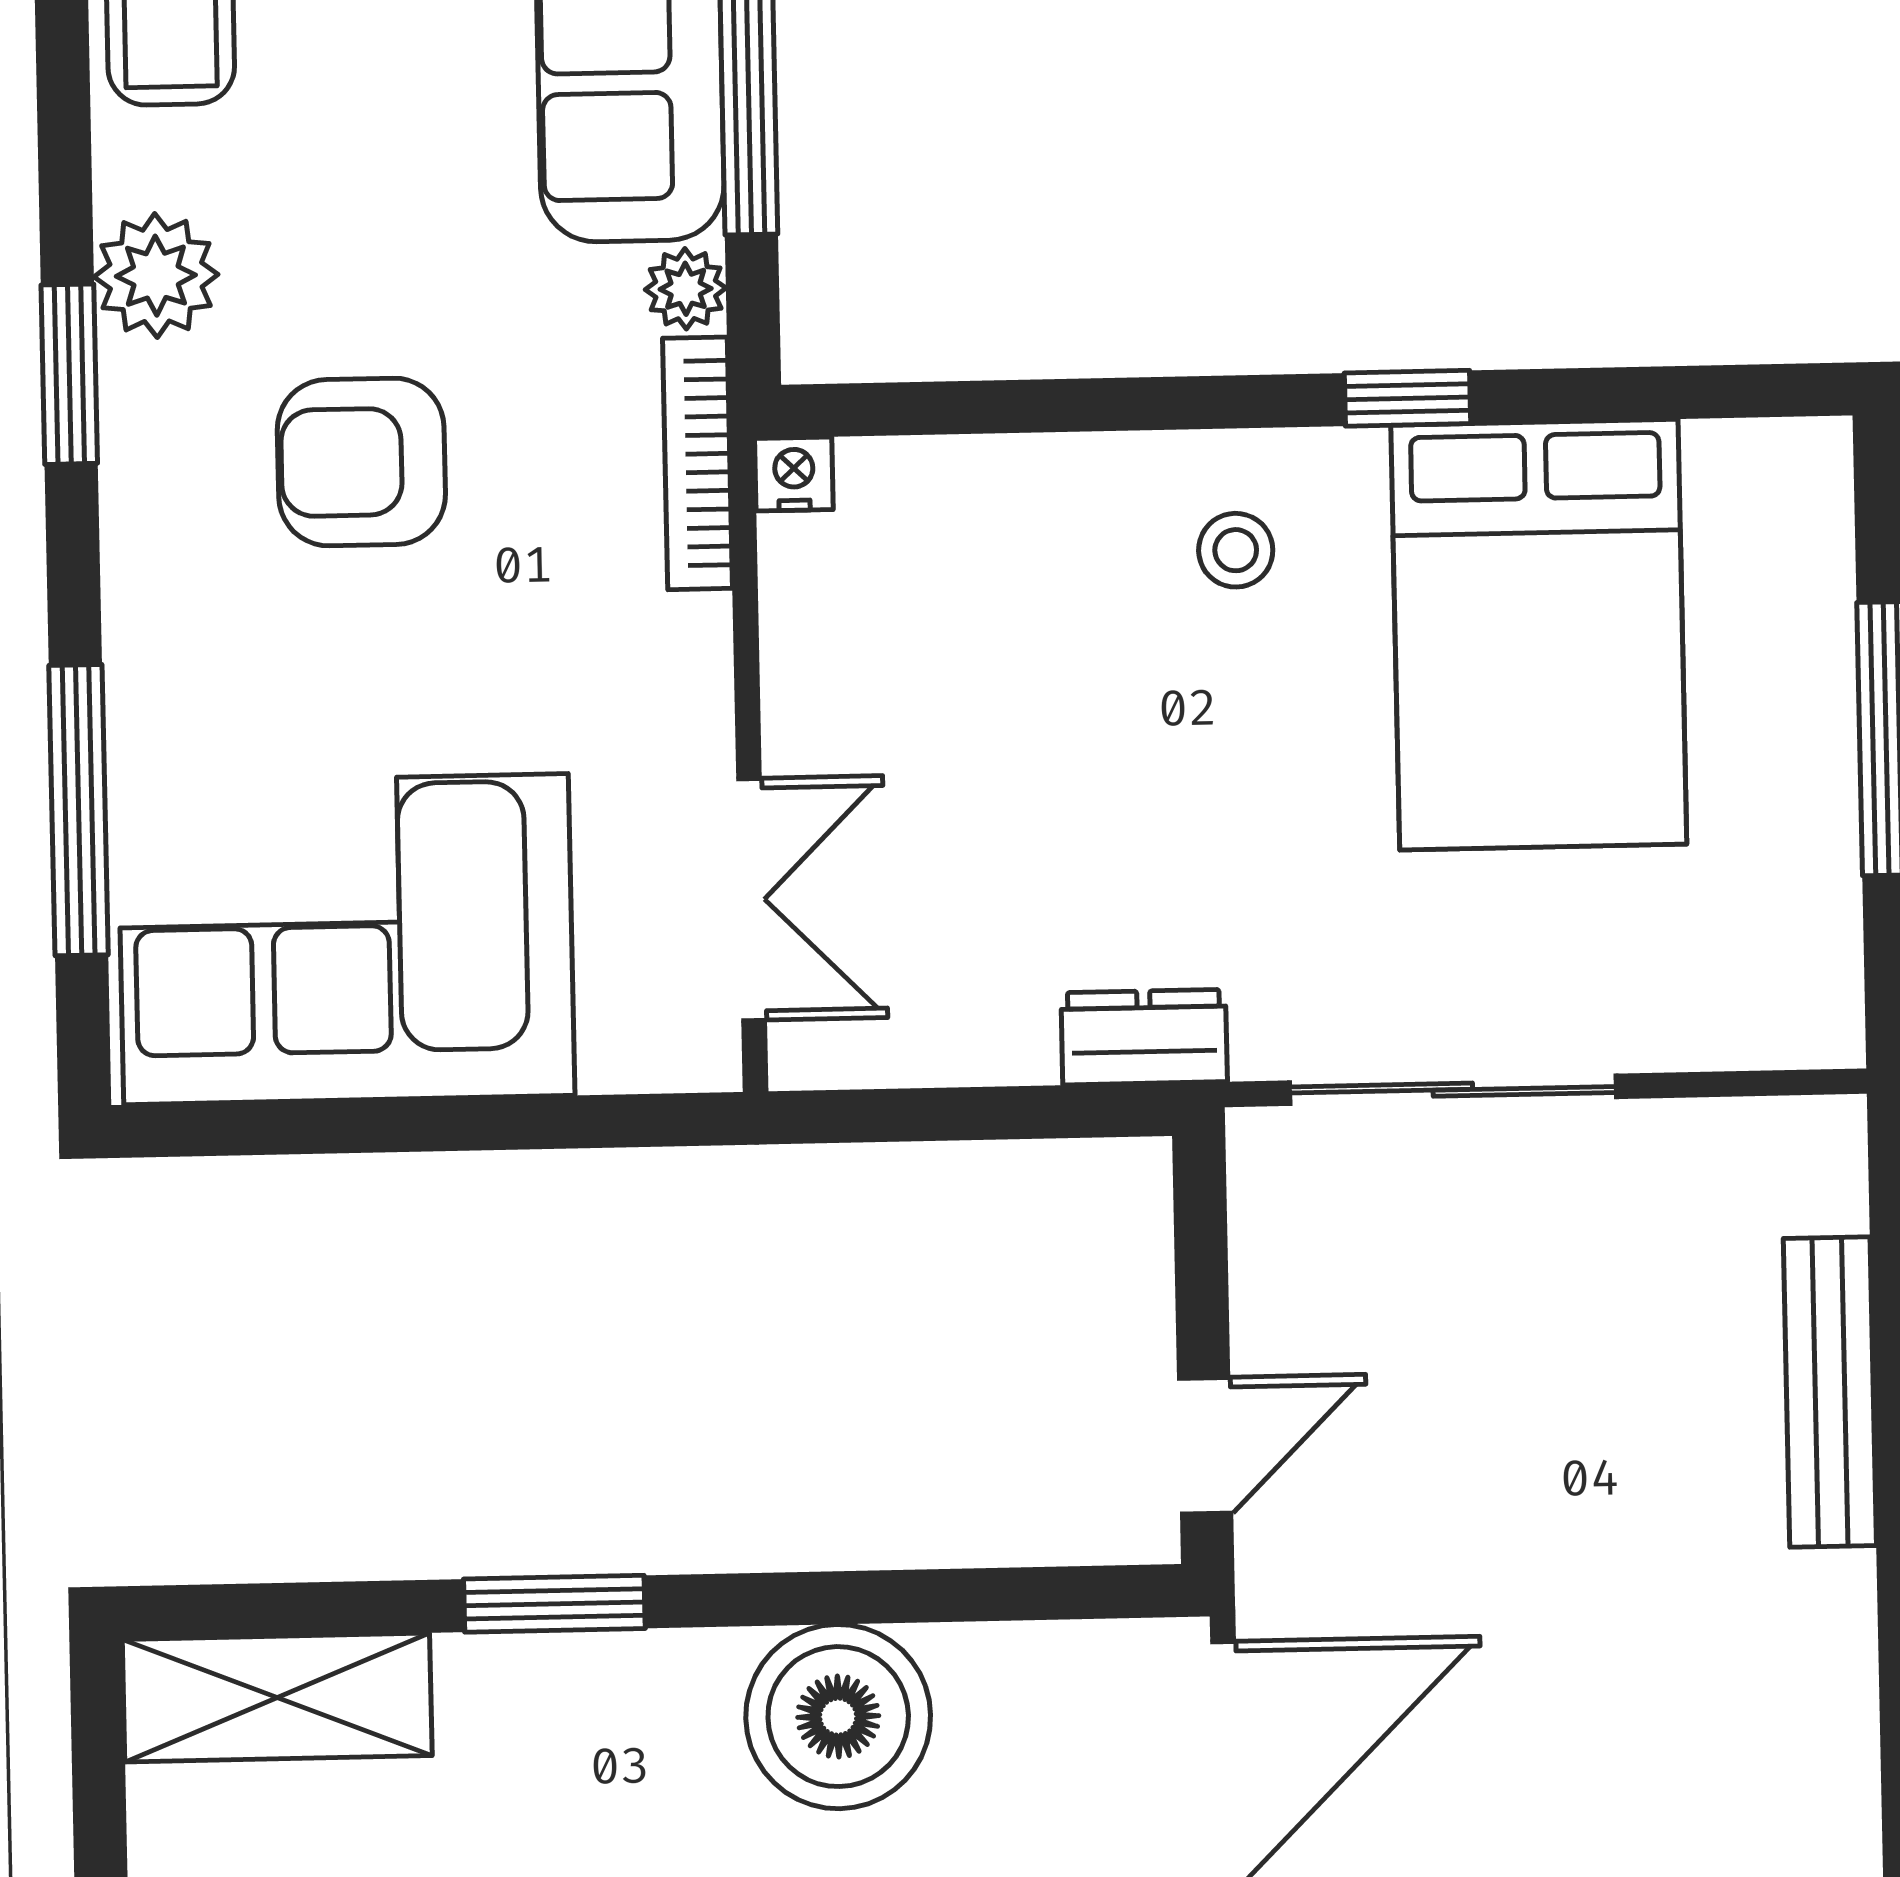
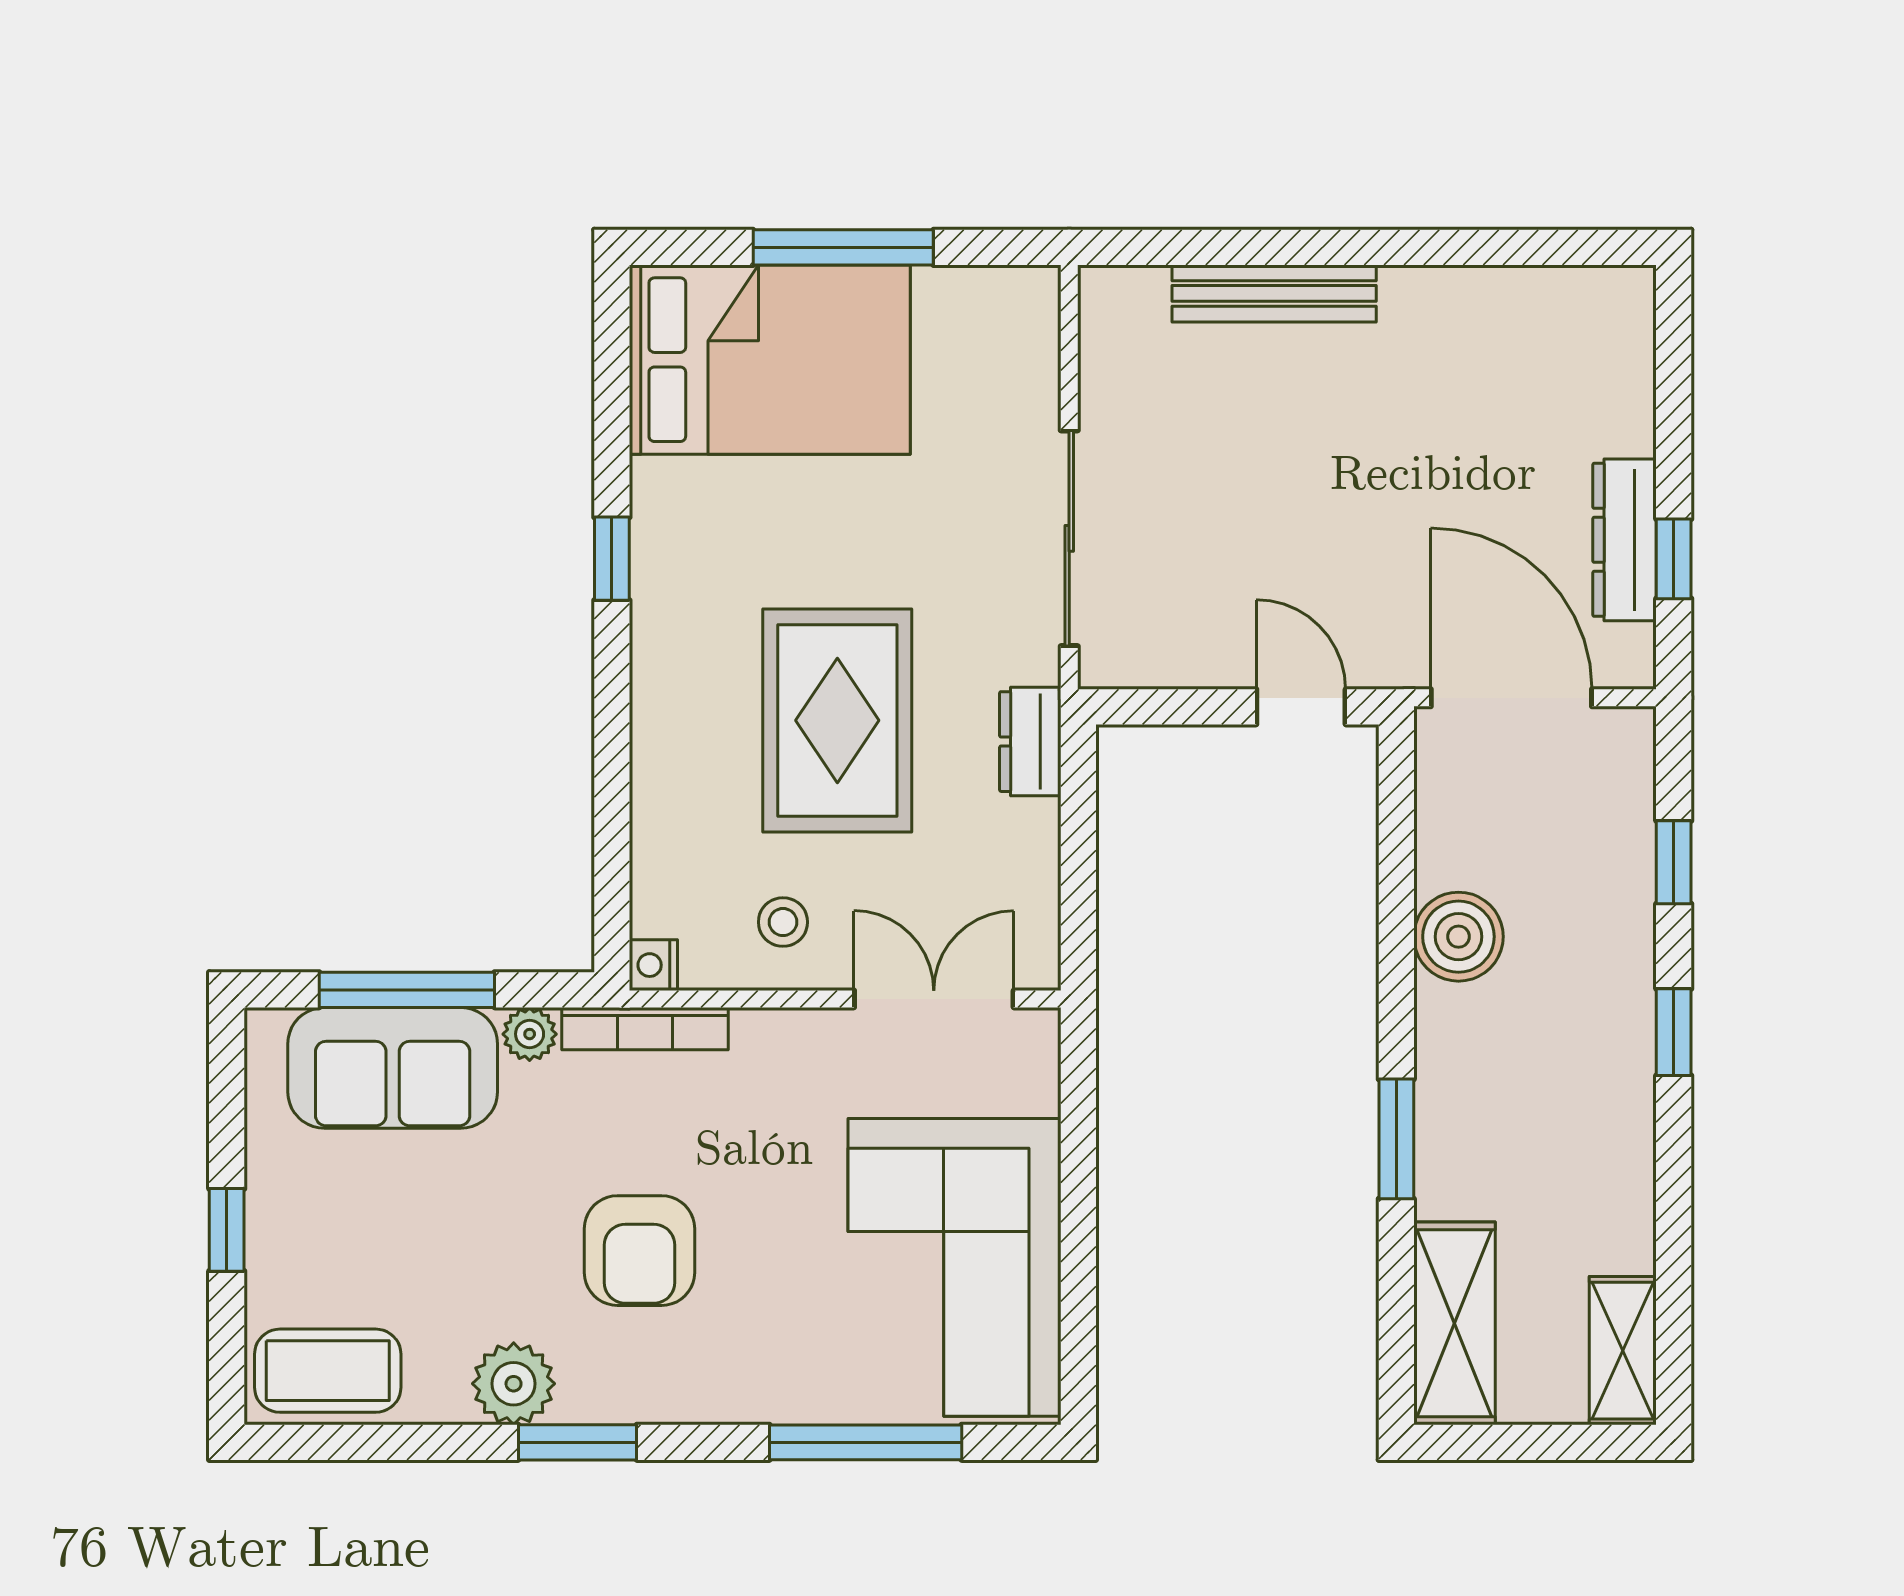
stool: (1236, 550) -> (783, 922), moved
bed: (1539, 635) -> (770, 360), moved
rug: (1170, 745) -> (837, 720), added
boiler: (838, 1717) -> (1458, 937), width x0.73, depth x0.73

